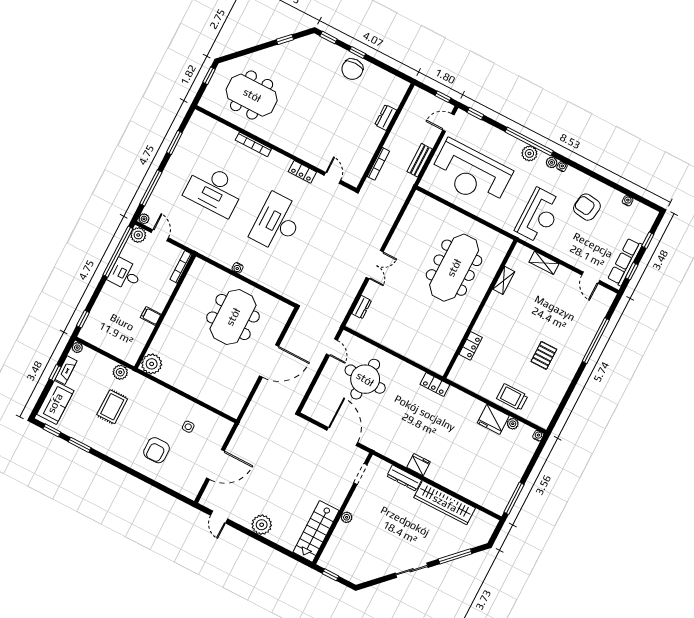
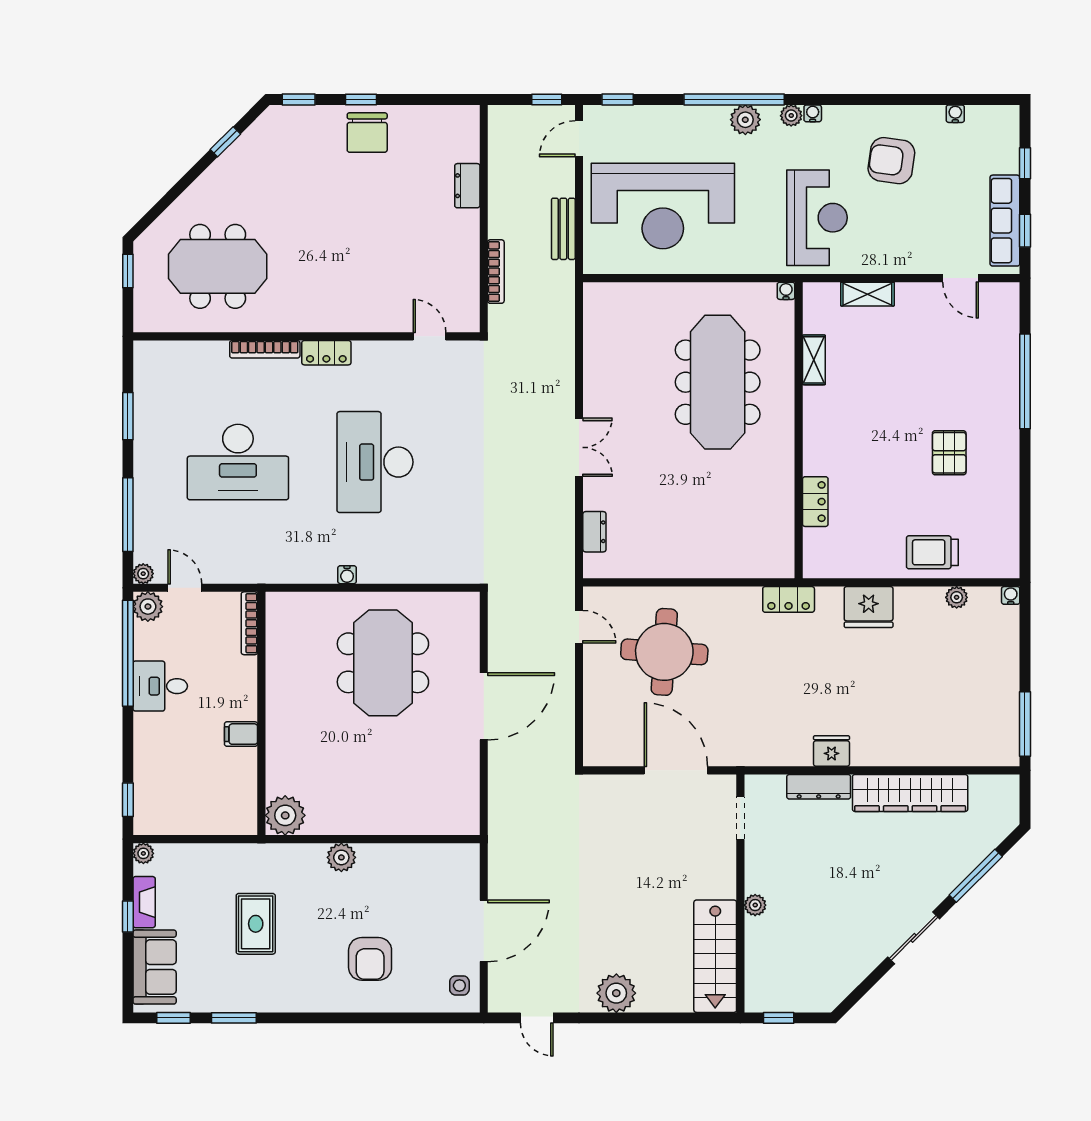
locker: (302, 172) -> (326, 353), moved
water cooler: (507, 242) -> (786, 291), added
plant: (120, 372) -> (341, 857), moved
fridge: (493, 419) -> (869, 607), moved
side table: (188, 427) -> (459, 986), moved

